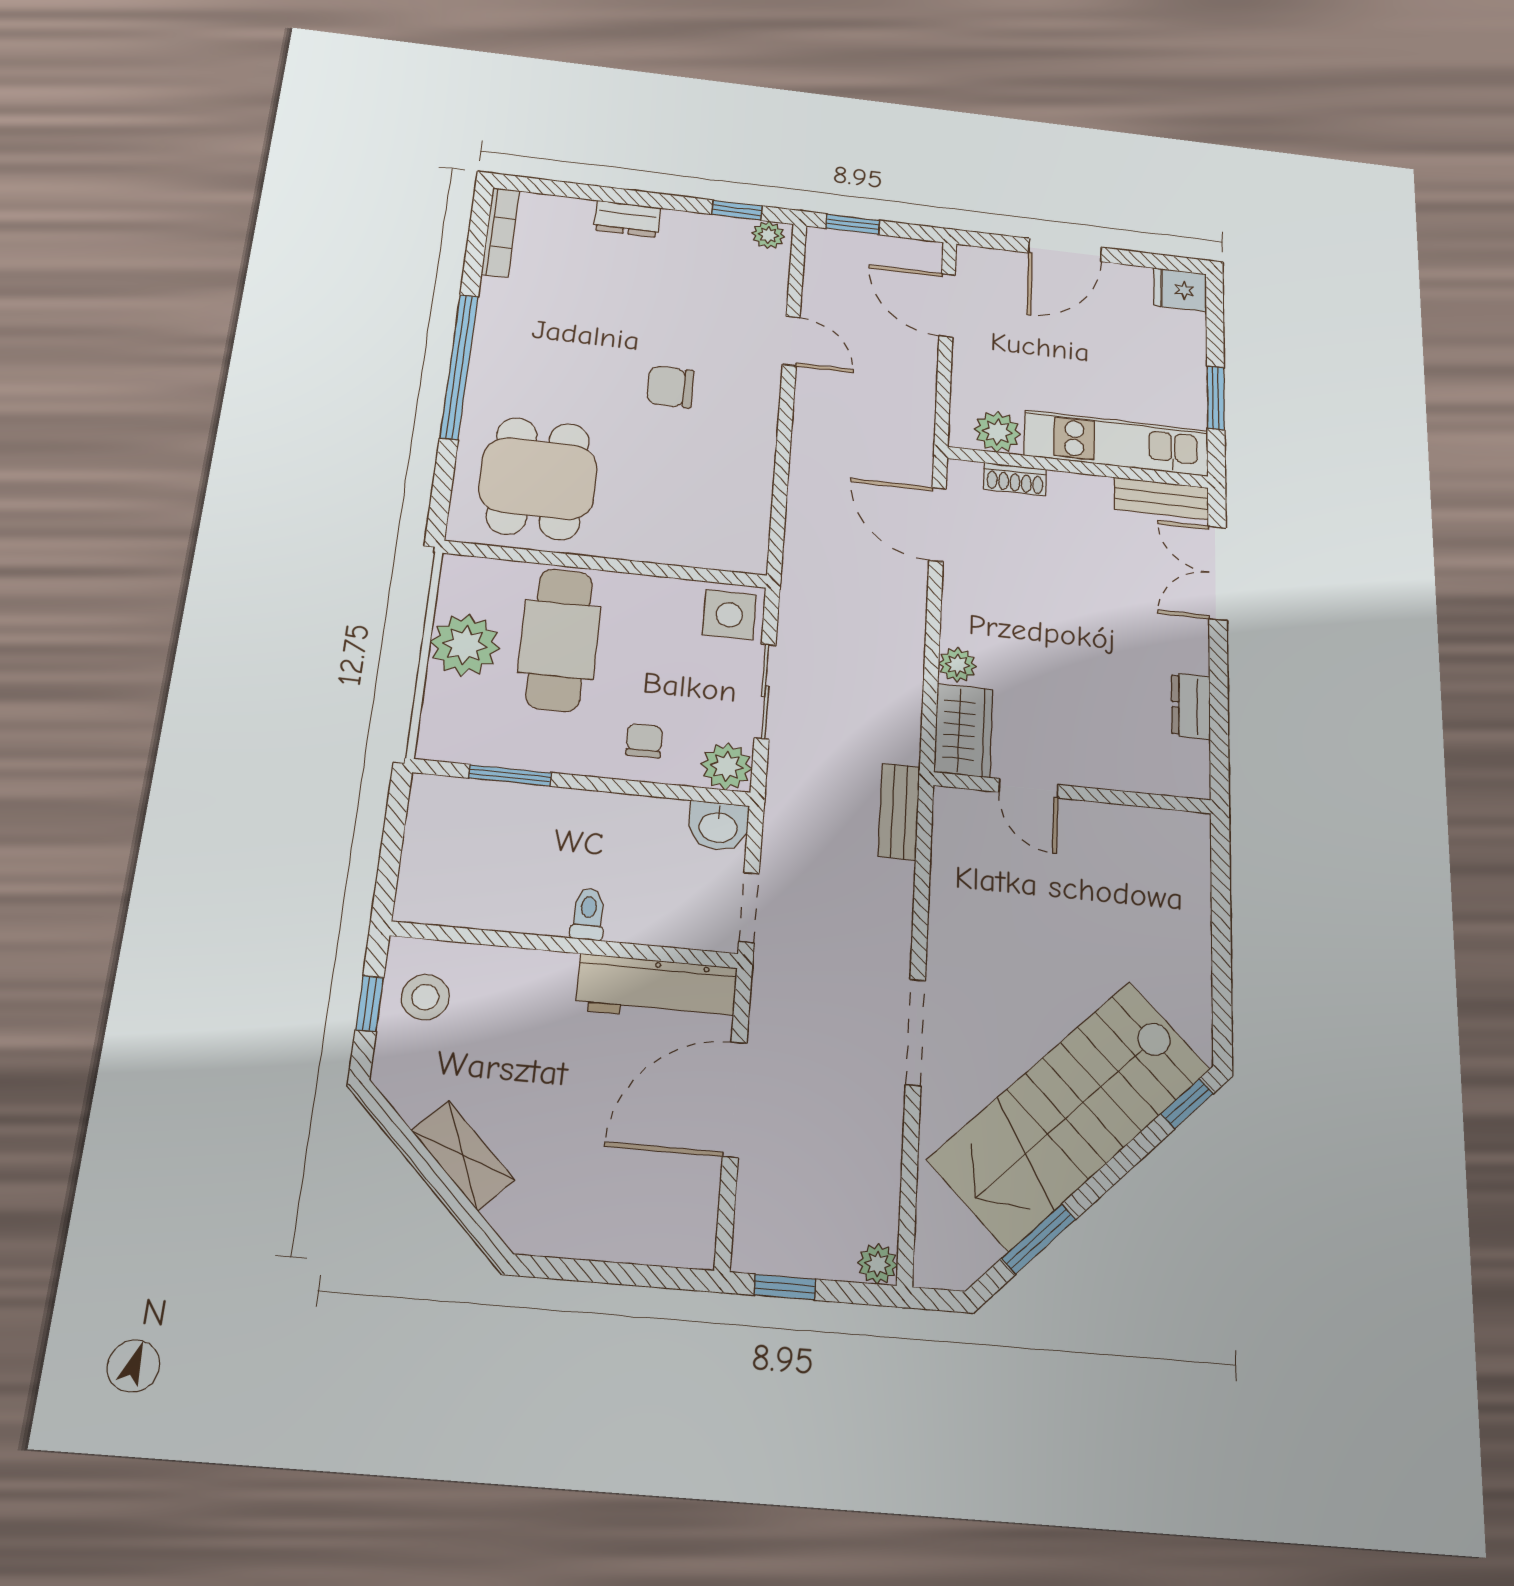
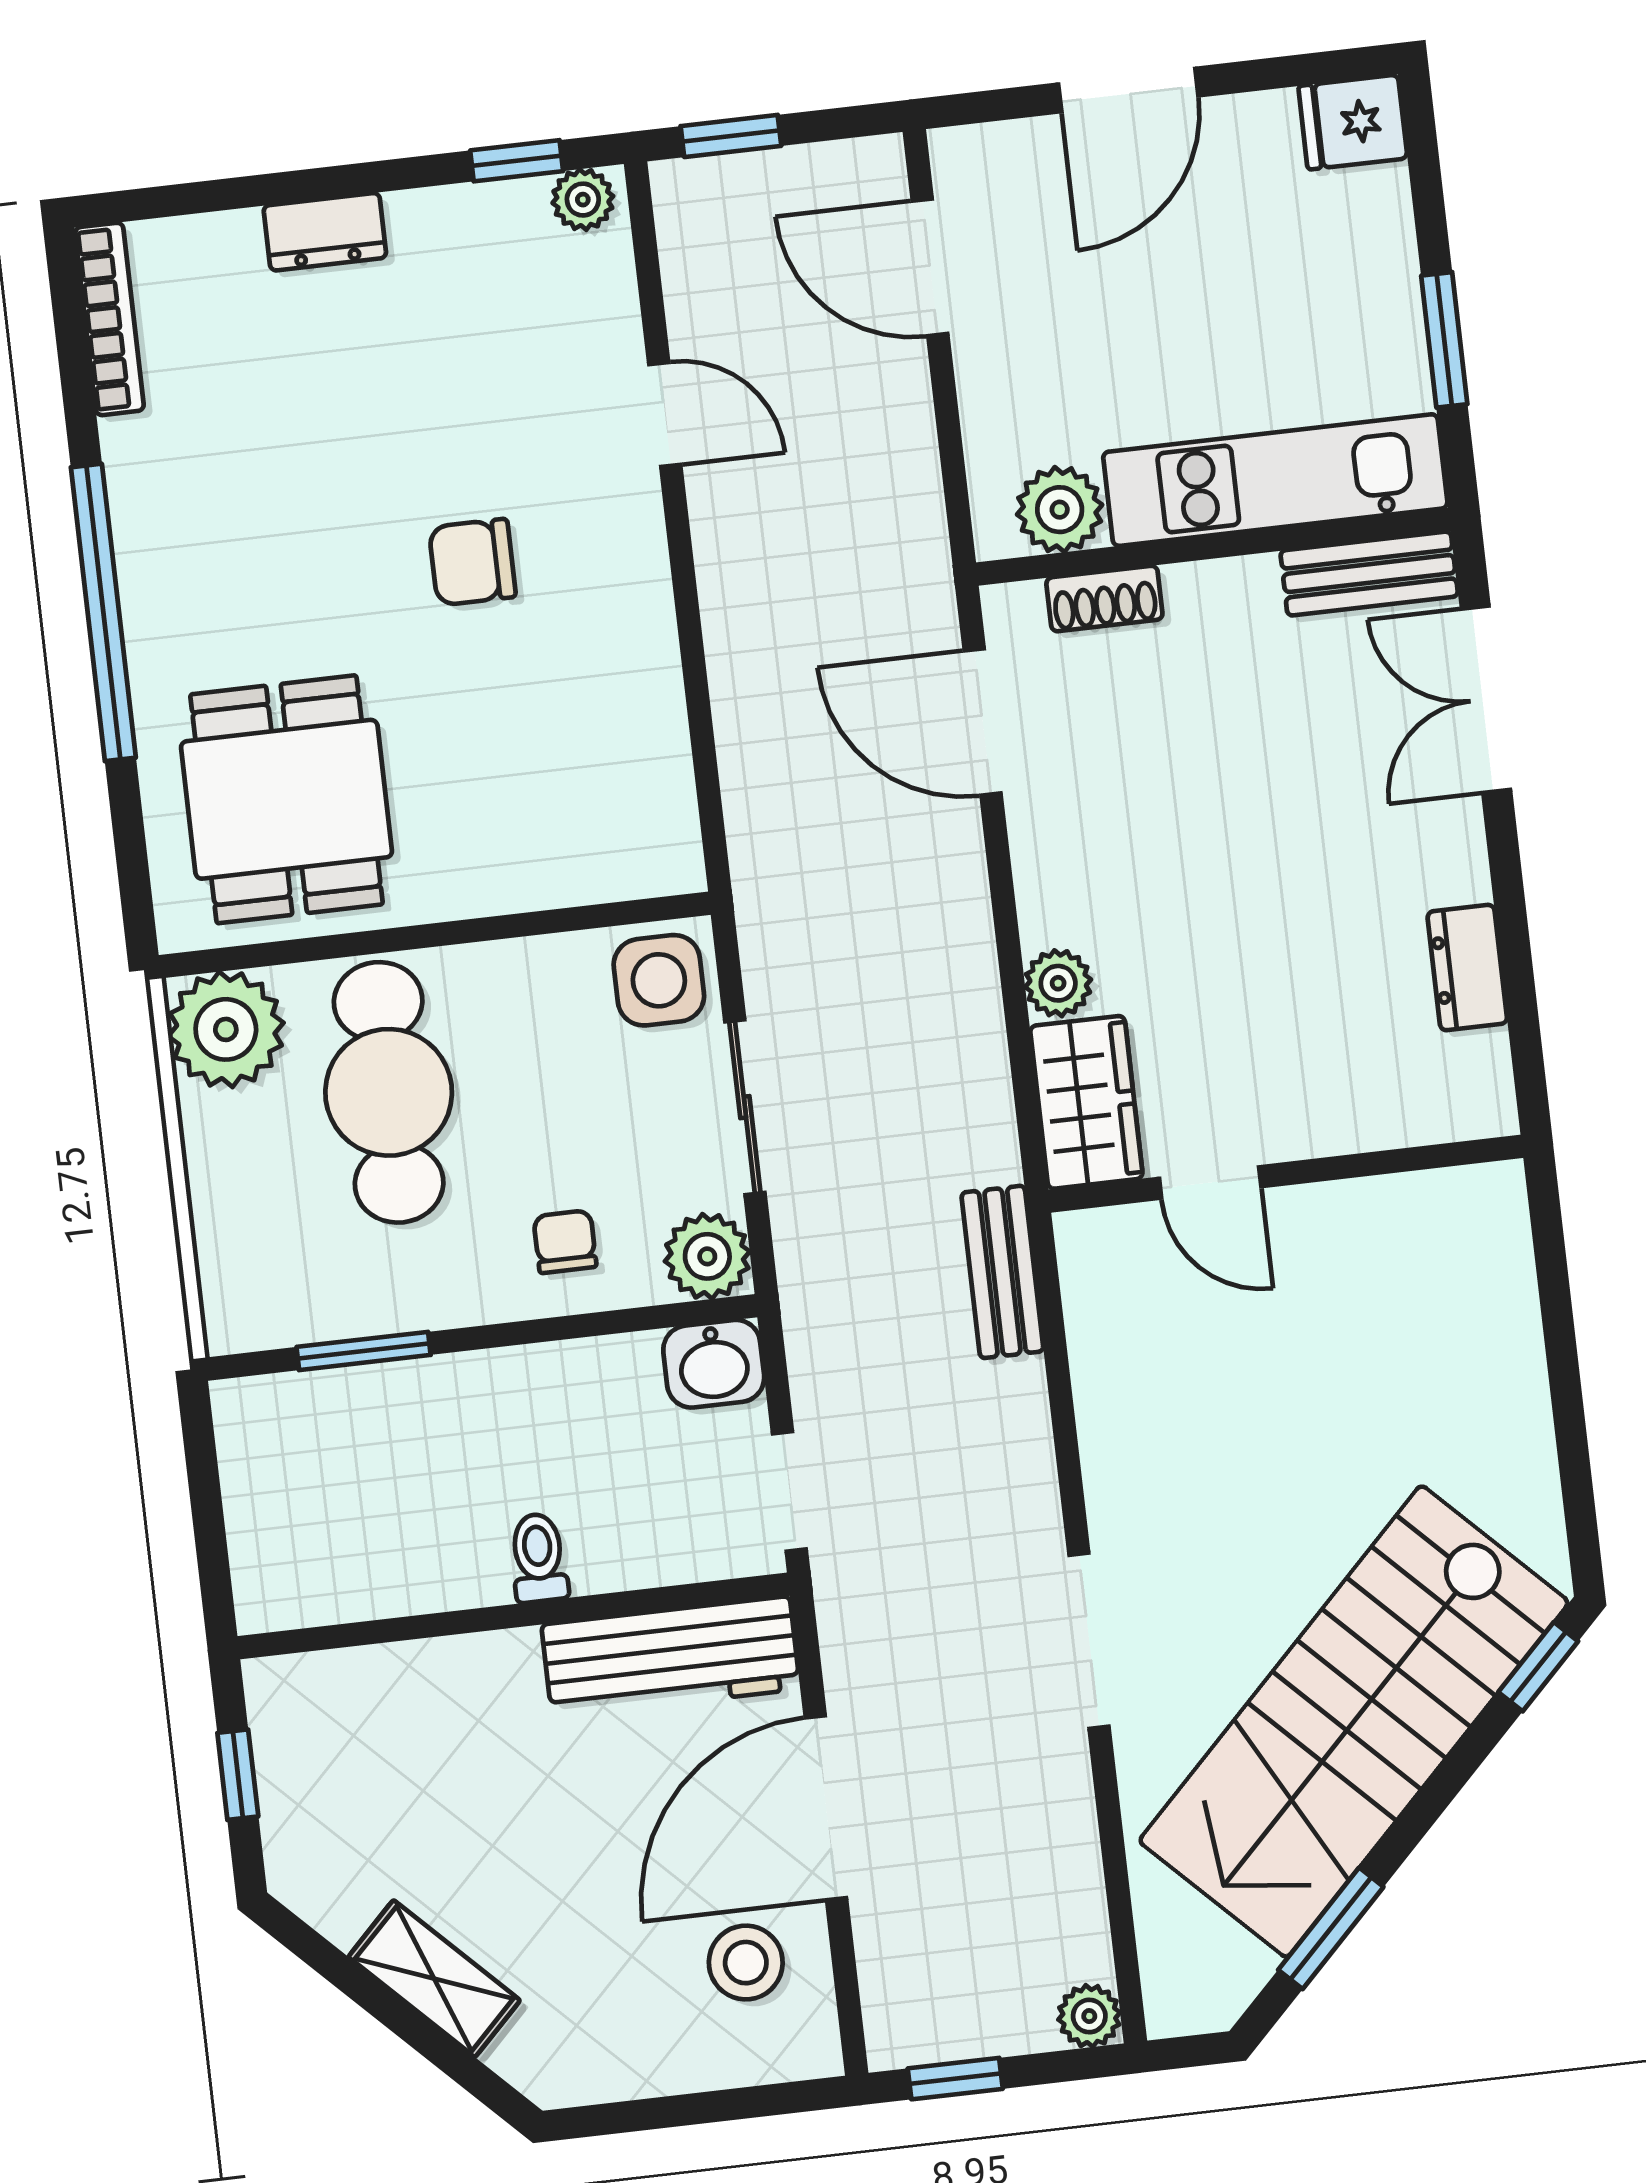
plant: (465, 645) -> (226, 1029), moved
stool: (425, 997) -> (746, 1963), moved

